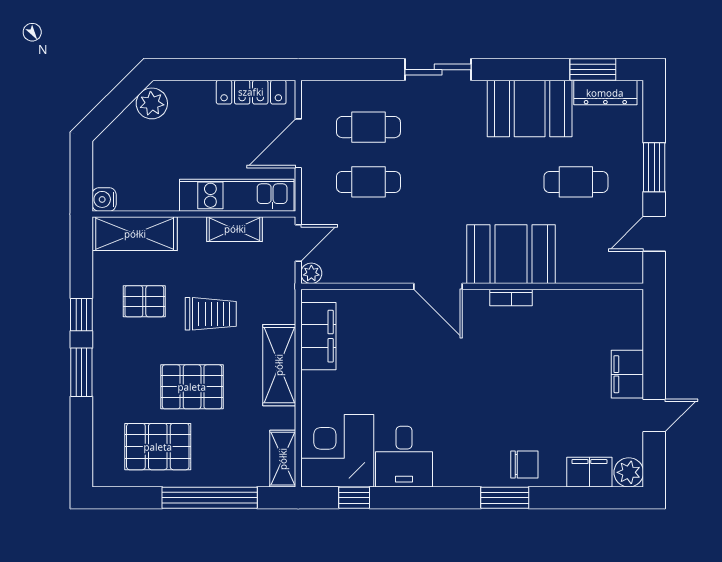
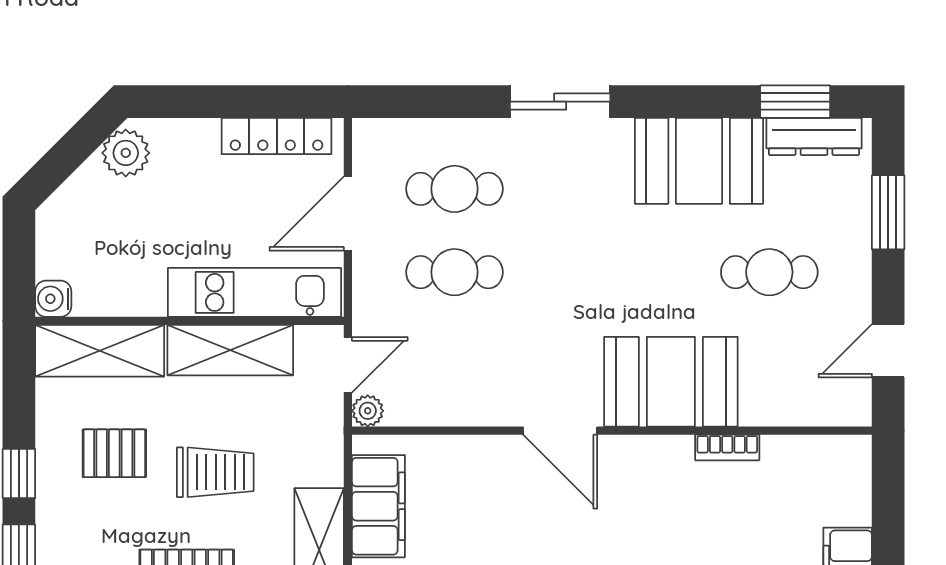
window: (654, 167) -> (888, 212), moved
shelving: (235, 229) -> (230, 350), width x1.50, depth x1.33
bookcase: (511, 297) -> (727, 447), moved

